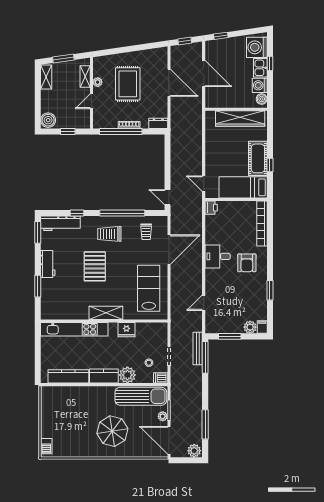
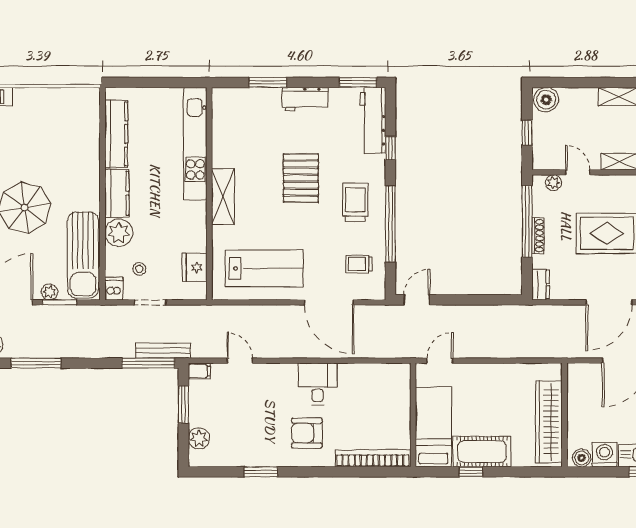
plant: (98, 82) -> (553, 183), moved
printer: (211, 208) -> (400, 373), removed
pallet: (95, 266) -> (301, 178), turned 90
filing cabinet: (262, 327) -> (199, 371), moved
fridge: (126, 330) -> (195, 267), moved

